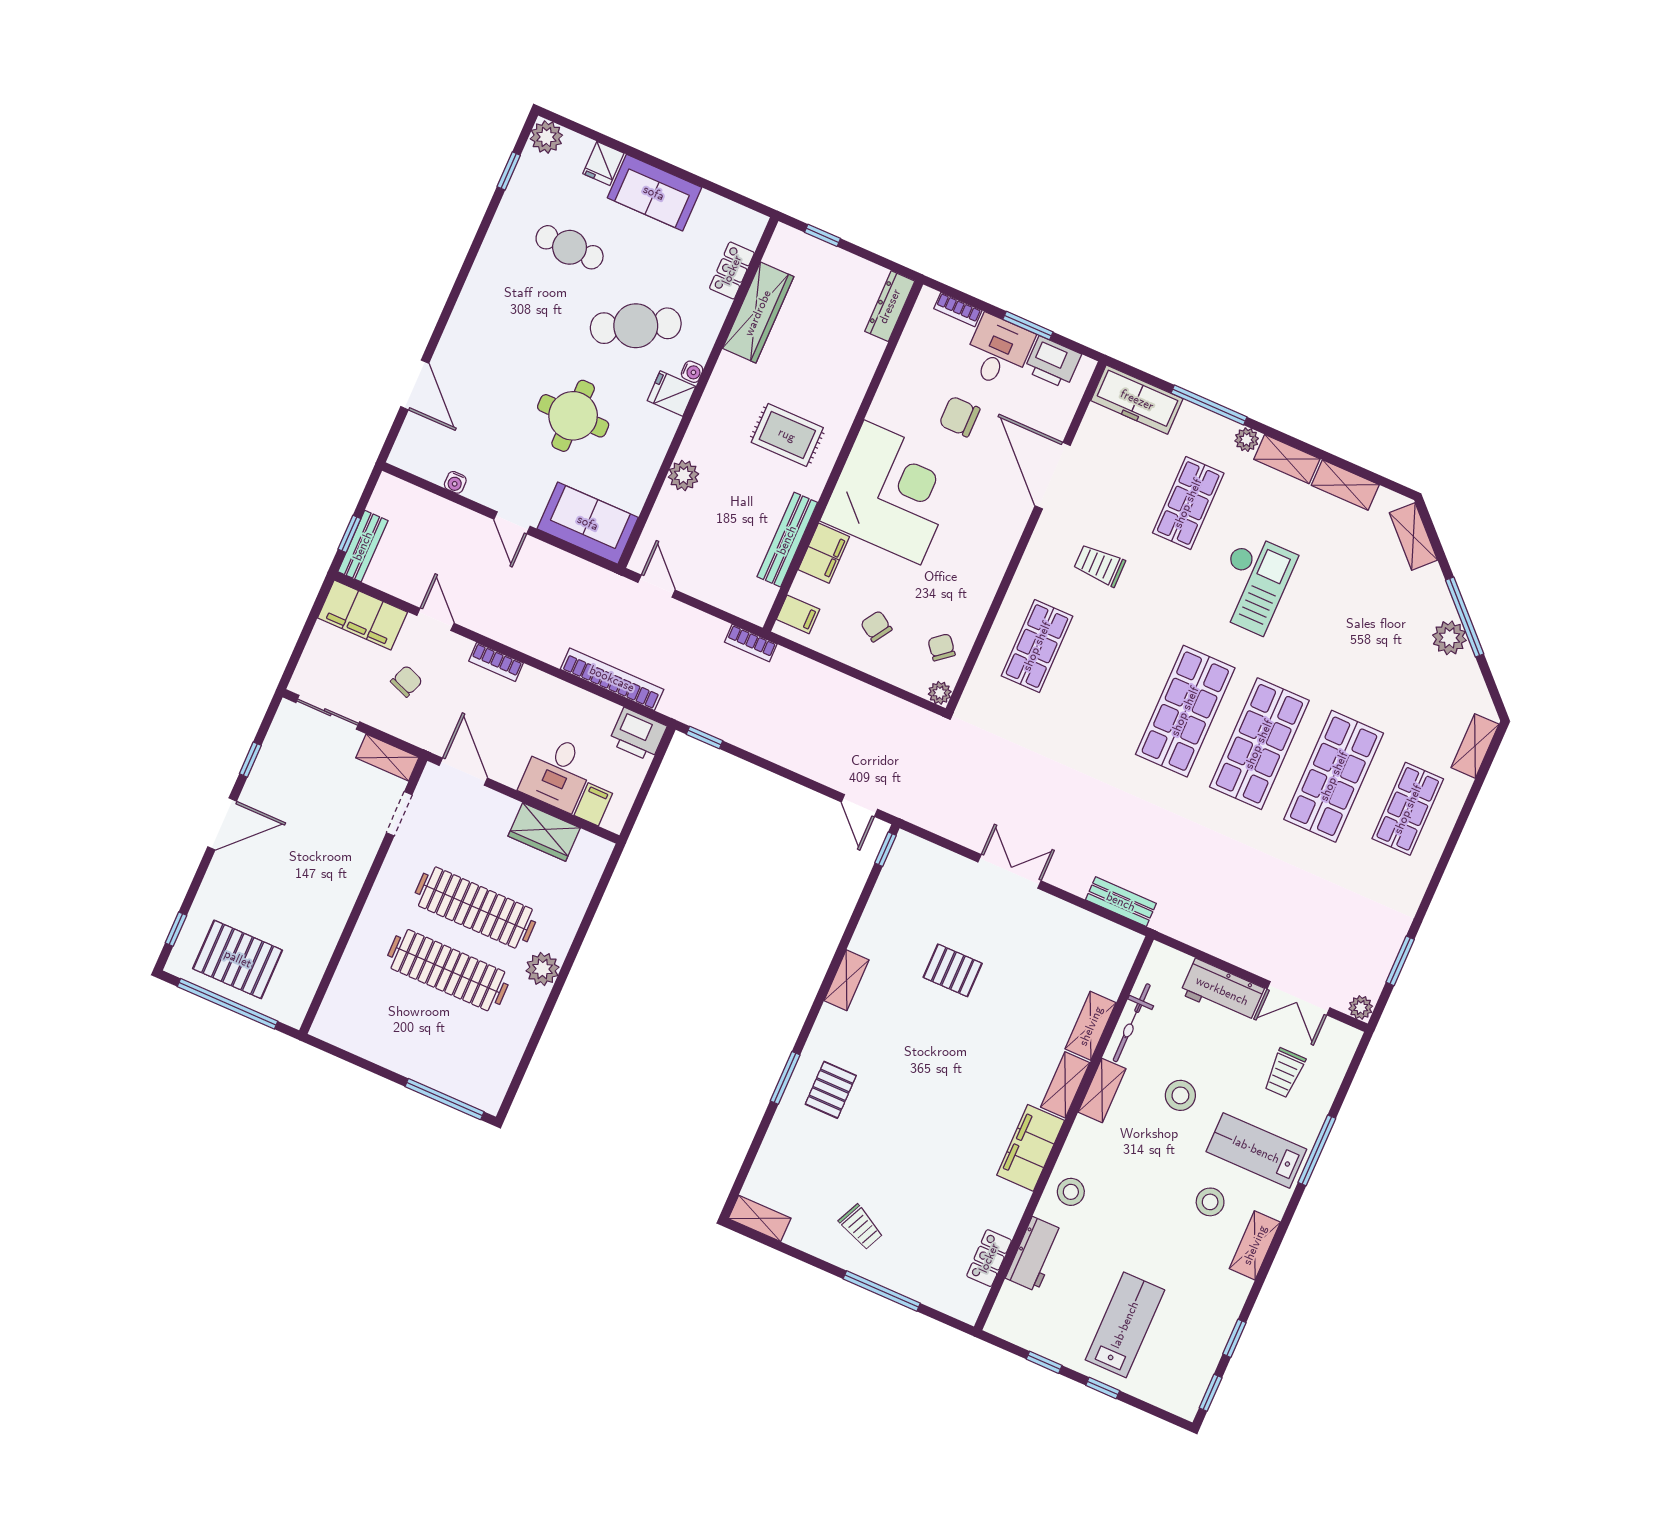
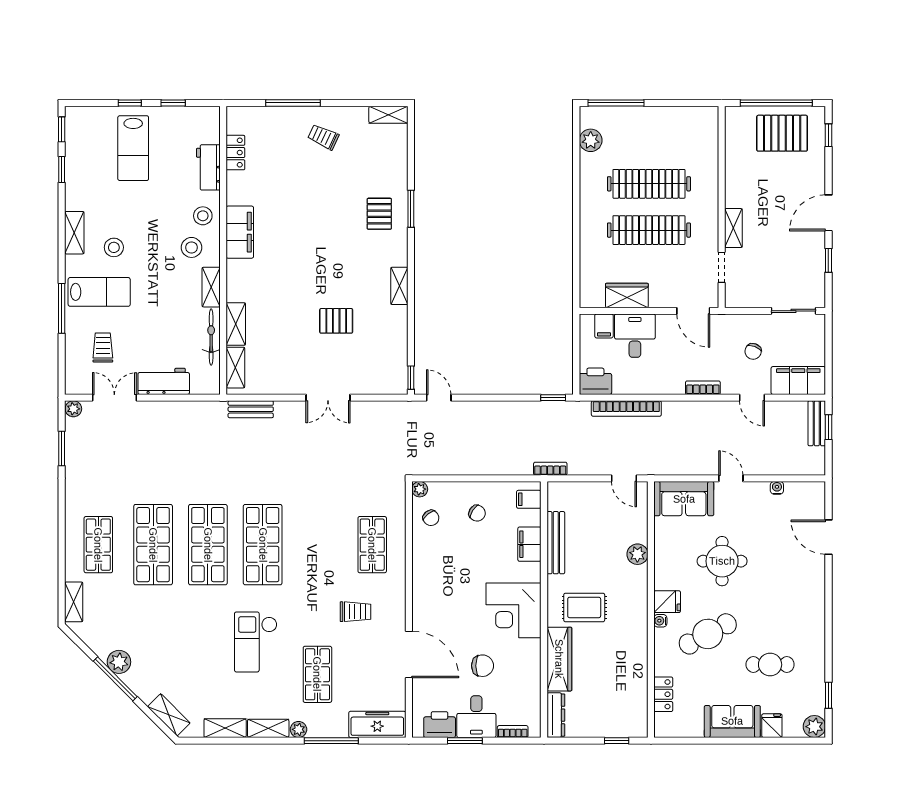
wardrobe: (758, 313) -> (559, 659), moved, turned 180
corner desk: (892, 492) -> (513, 610), width x0.74, depth x0.74
shelving: (387, 758) -> (733, 228), moved, turned 90
plant: (542, 969) -> (591, 140), moved
shelving: (1065, 1085) -> (235, 368), moved
stool: (1180, 1095) -> (191, 247), moved

